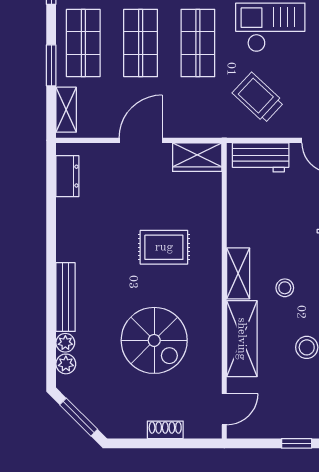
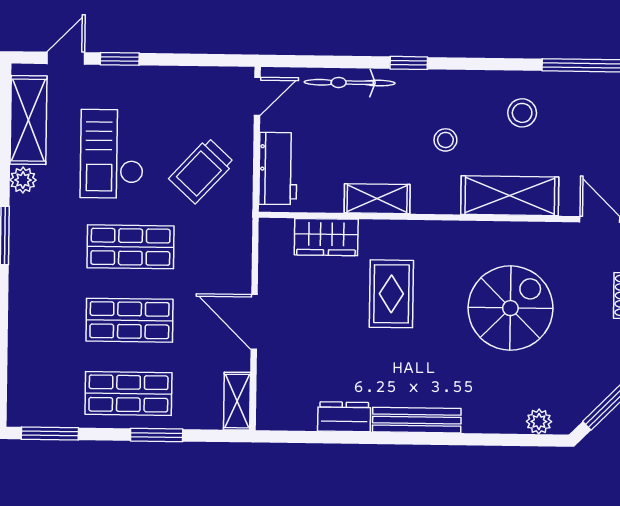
shelving: (66, 110) -> (237, 401), moved, turned 90
wardrobe: (197, 157) -> (326, 237), moved, turned 90
dresser: (67, 176) -> (344, 417), moved
shelving: (238, 273) -> (377, 199), moved
bench: (66, 297) -> (417, 420), moved
plant: (65, 343) -> (512, 422), removed

